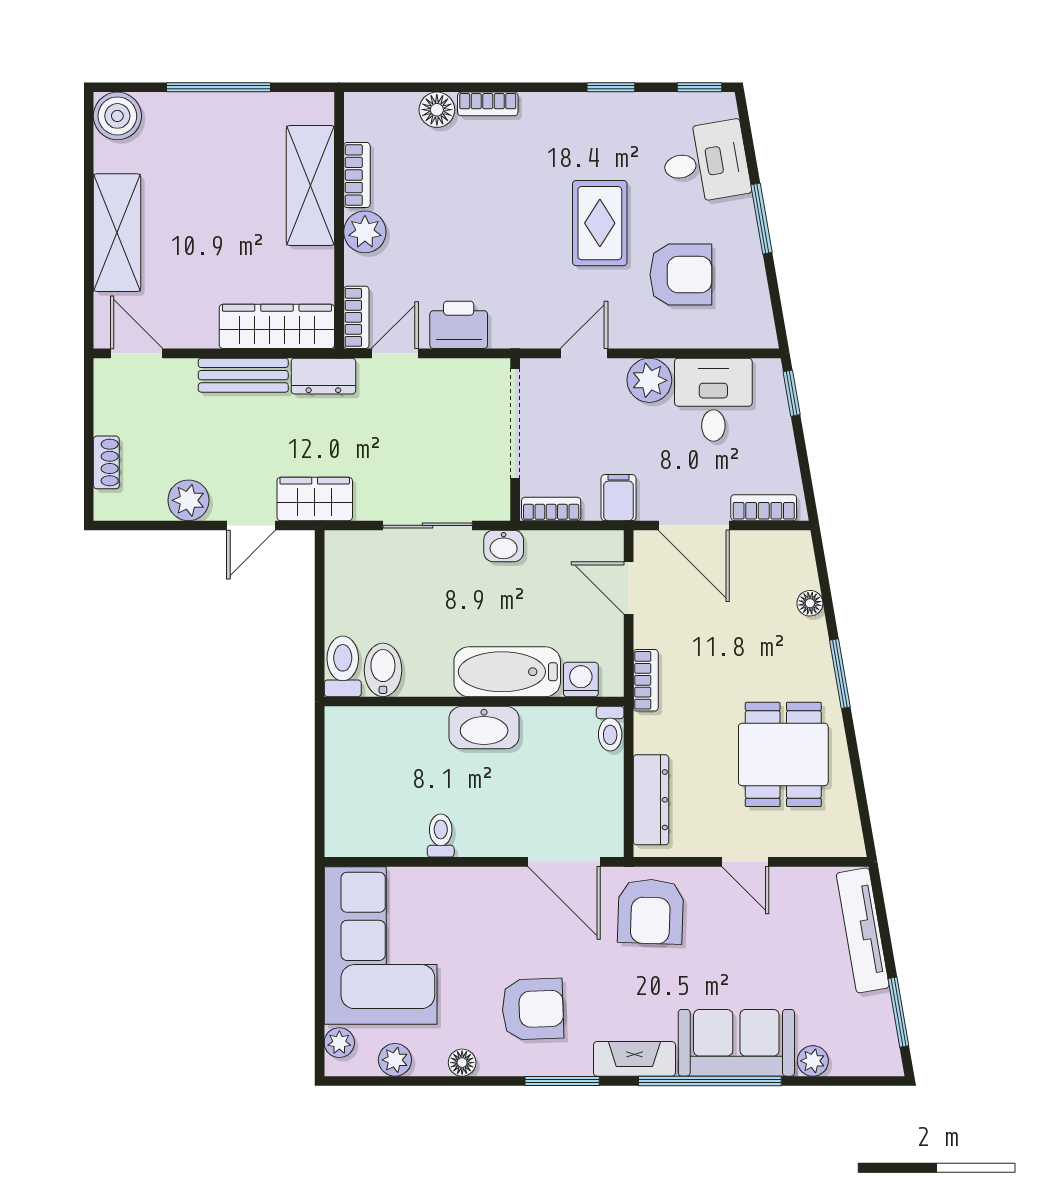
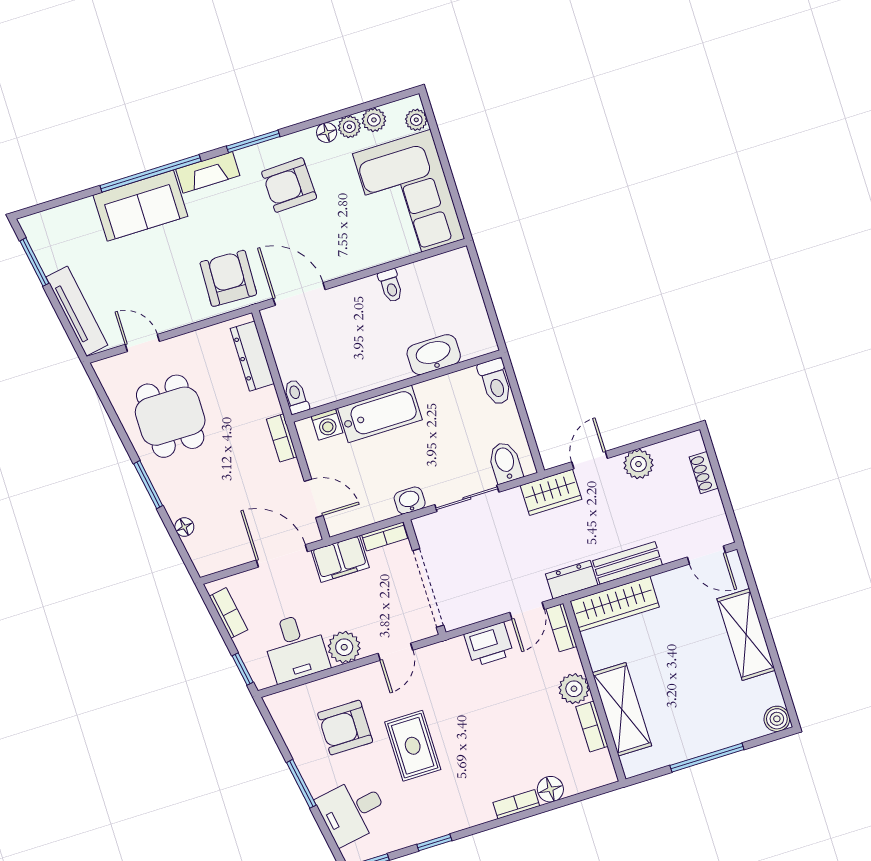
boiler: (117, 116) -> (777, 719), width x0.73, depth x0.73
filing cabinet: (618, 498) -> (340, 559), width x2.00
bookcase: (764, 508) -> (228, 613), moved, turned -100
bidet: (383, 670) -> (505, 462), moved, turned 180
washbasin: (484, 728) -> (434, 355), moved
door: (745, 862) -> (142, 343), moved
plant: (813, 1061) -> (349, 127), moved

